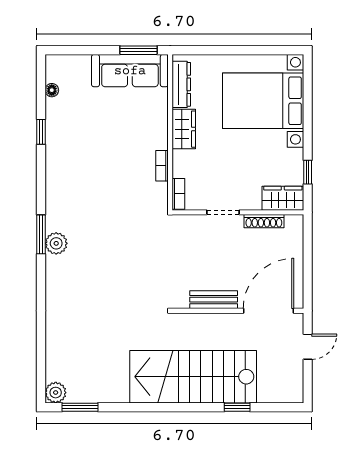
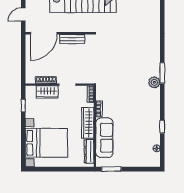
sofa: (130, 71) -> (104, 138), moved, turned 90
wardrobe: (184, 129) -> (88, 123), width x1.50
wardrobe: (283, 198) -> (47, 92), moved
plant: (56, 243) -> (154, 82), moved

